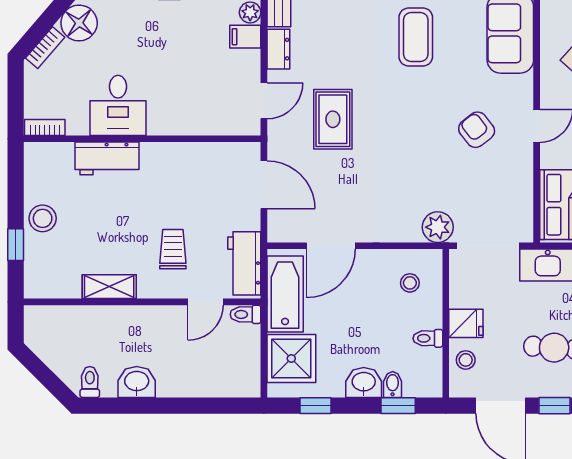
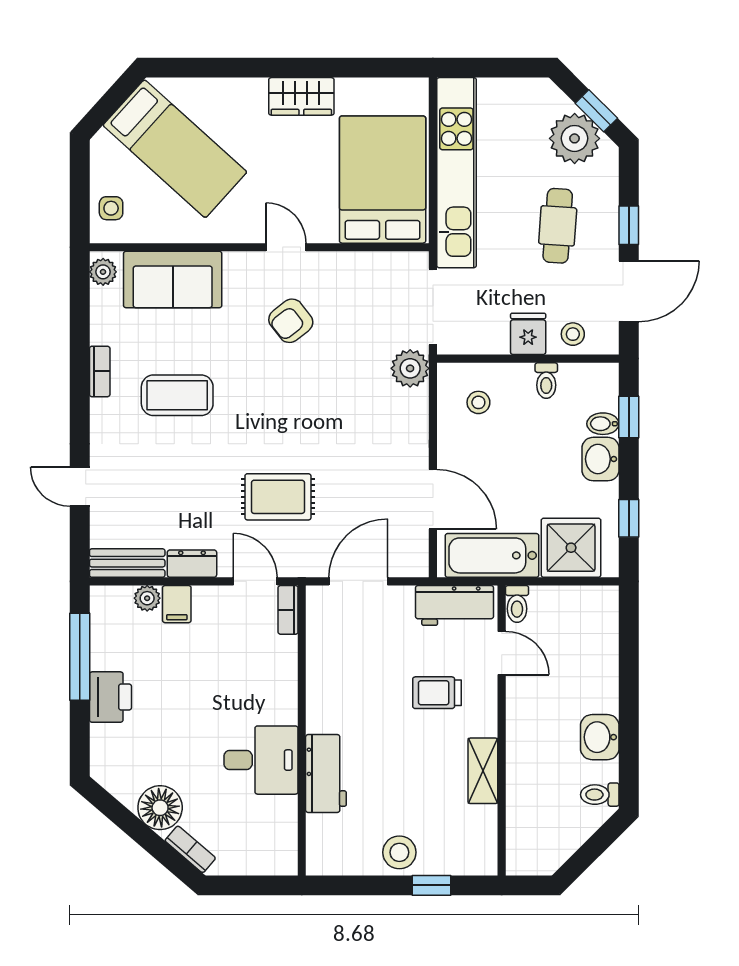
bookcase: (45, 127) -> (288, 610), moved

